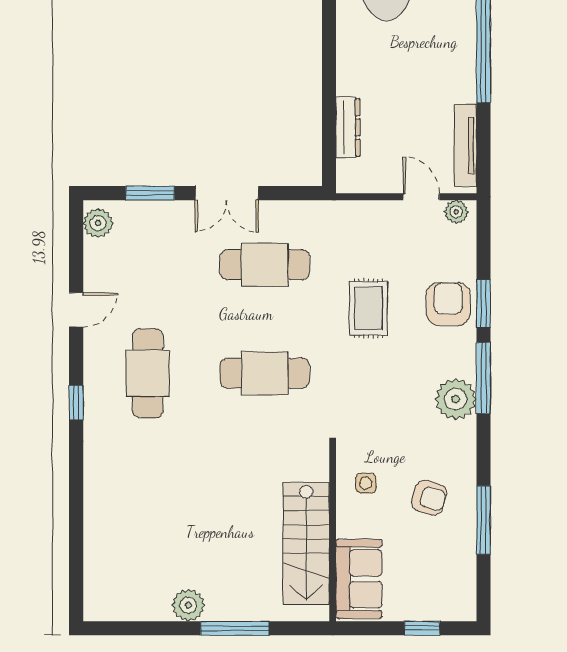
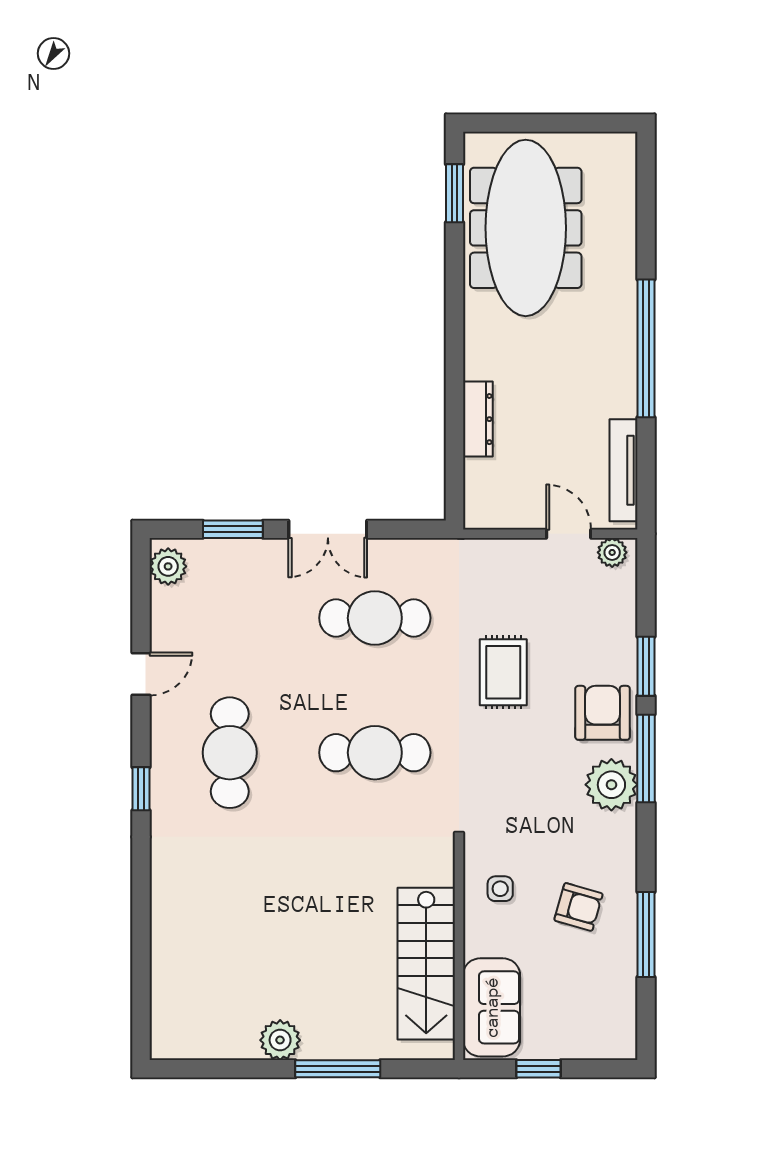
dresser: (348, 127) -> (478, 419), moved
armchair: (448, 304) -> (603, 713), moved
window: (422, 628) -> (539, 1069), moved

